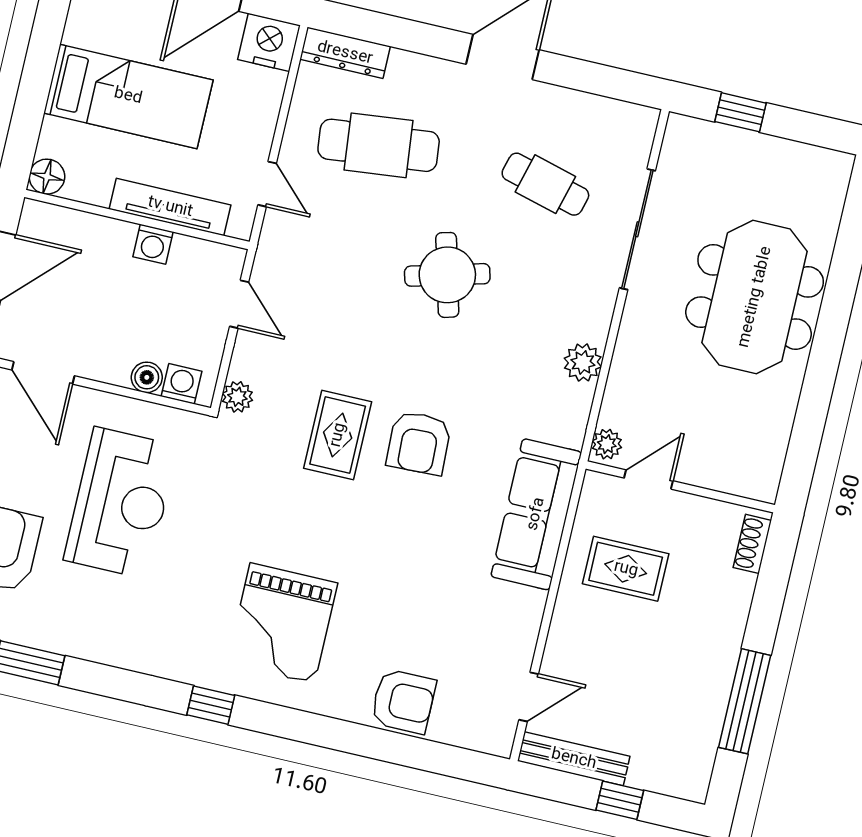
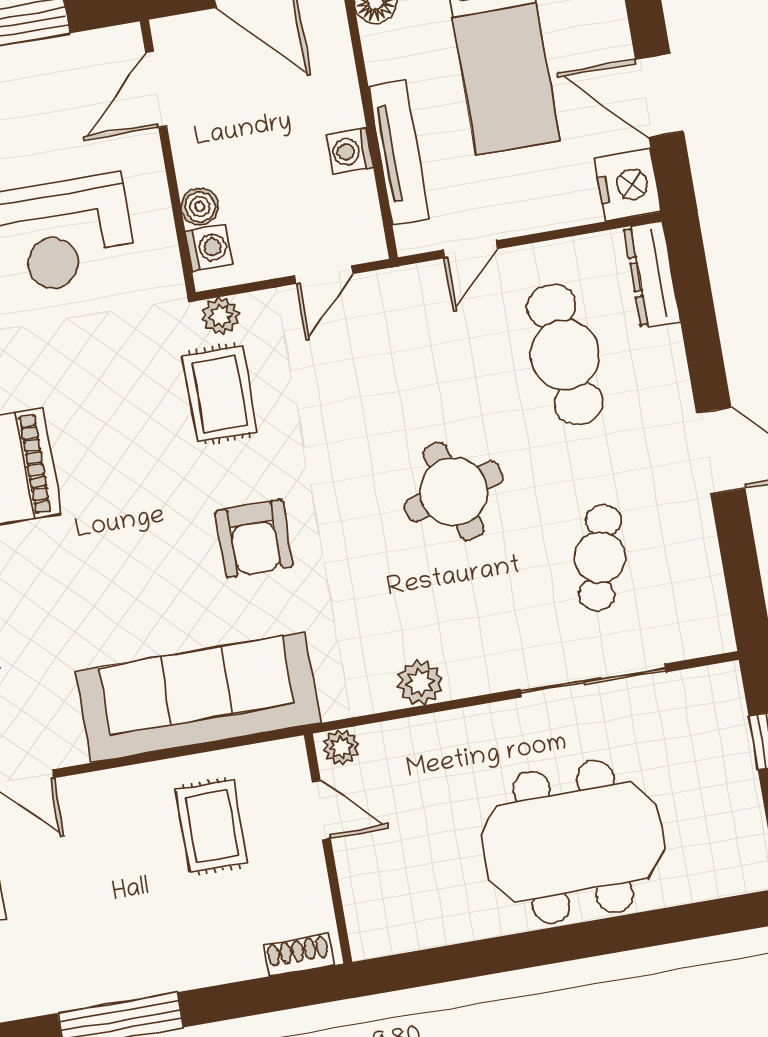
rug: (338, 435) -> (220, 394), moved, turned 90
armchair: (419, 443) -> (254, 538), turned -88
sofa: (536, 514) -> (198, 697), width x1.36, depth x1.27

